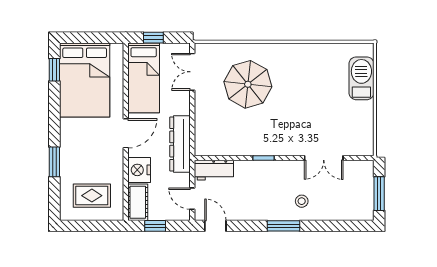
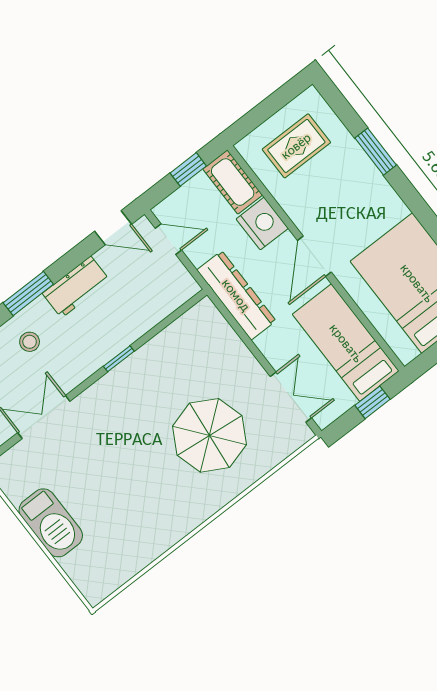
barbecue: (361, 78) -> (51, 523), moved
workbench: (214, 170) -> (76, 287), moved, turned 180

